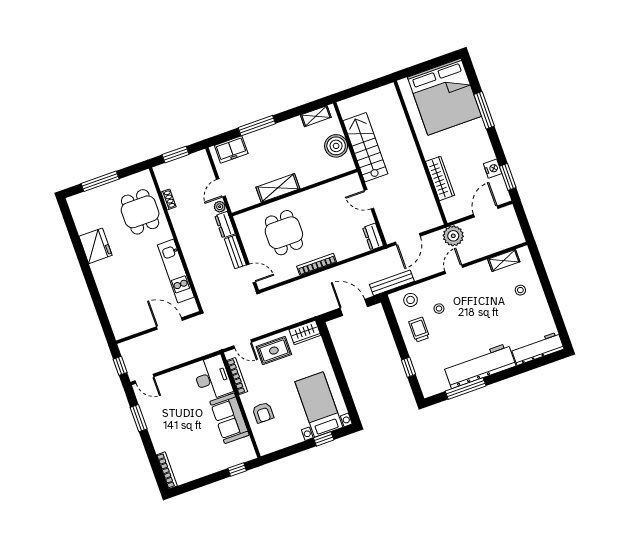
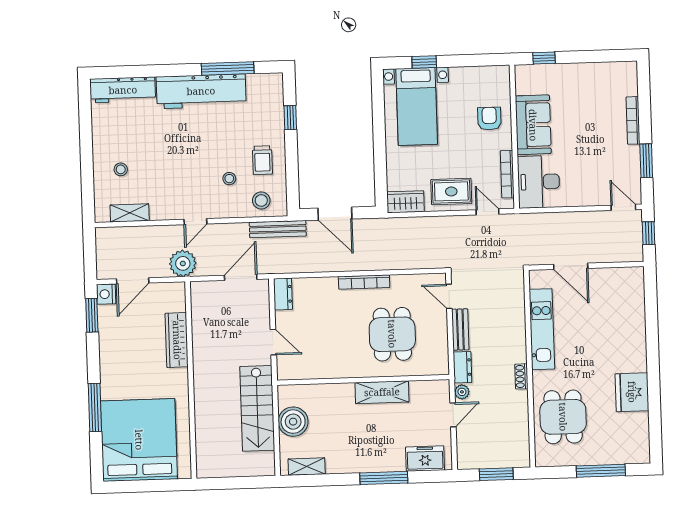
nightstand: (493, 169) -> (106, 294), moved
shoe rack: (168, 199) -> (521, 376), moved
bookcase: (167, 470) -> (633, 120), moved

